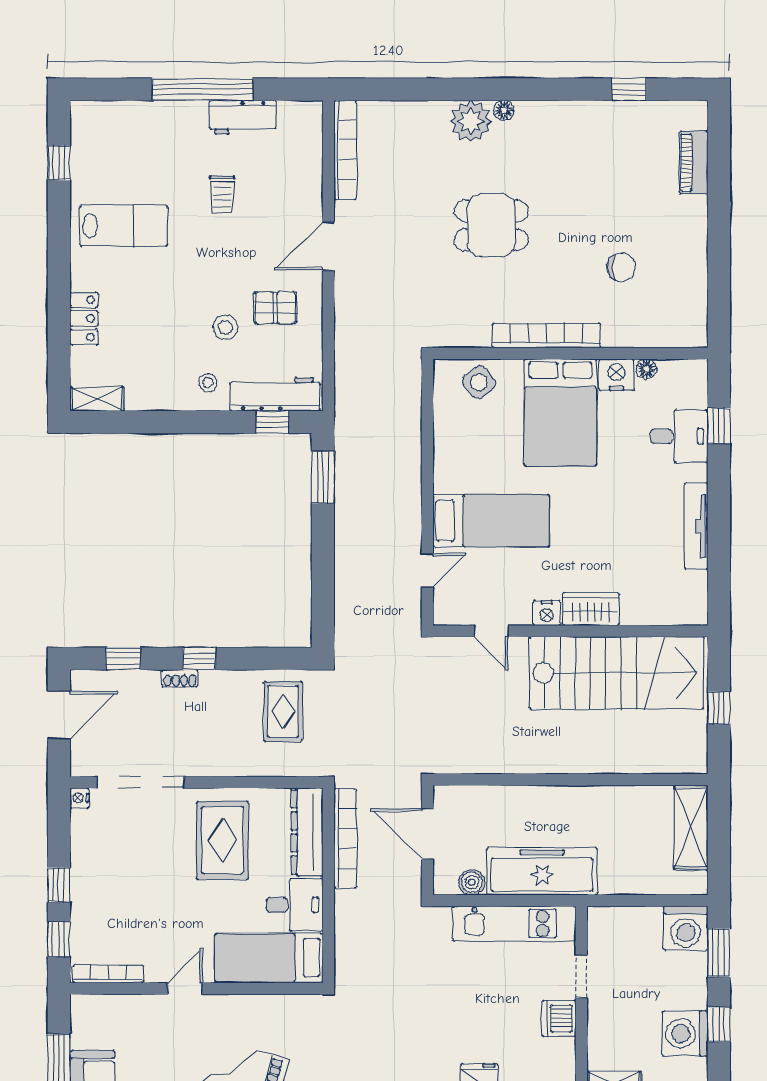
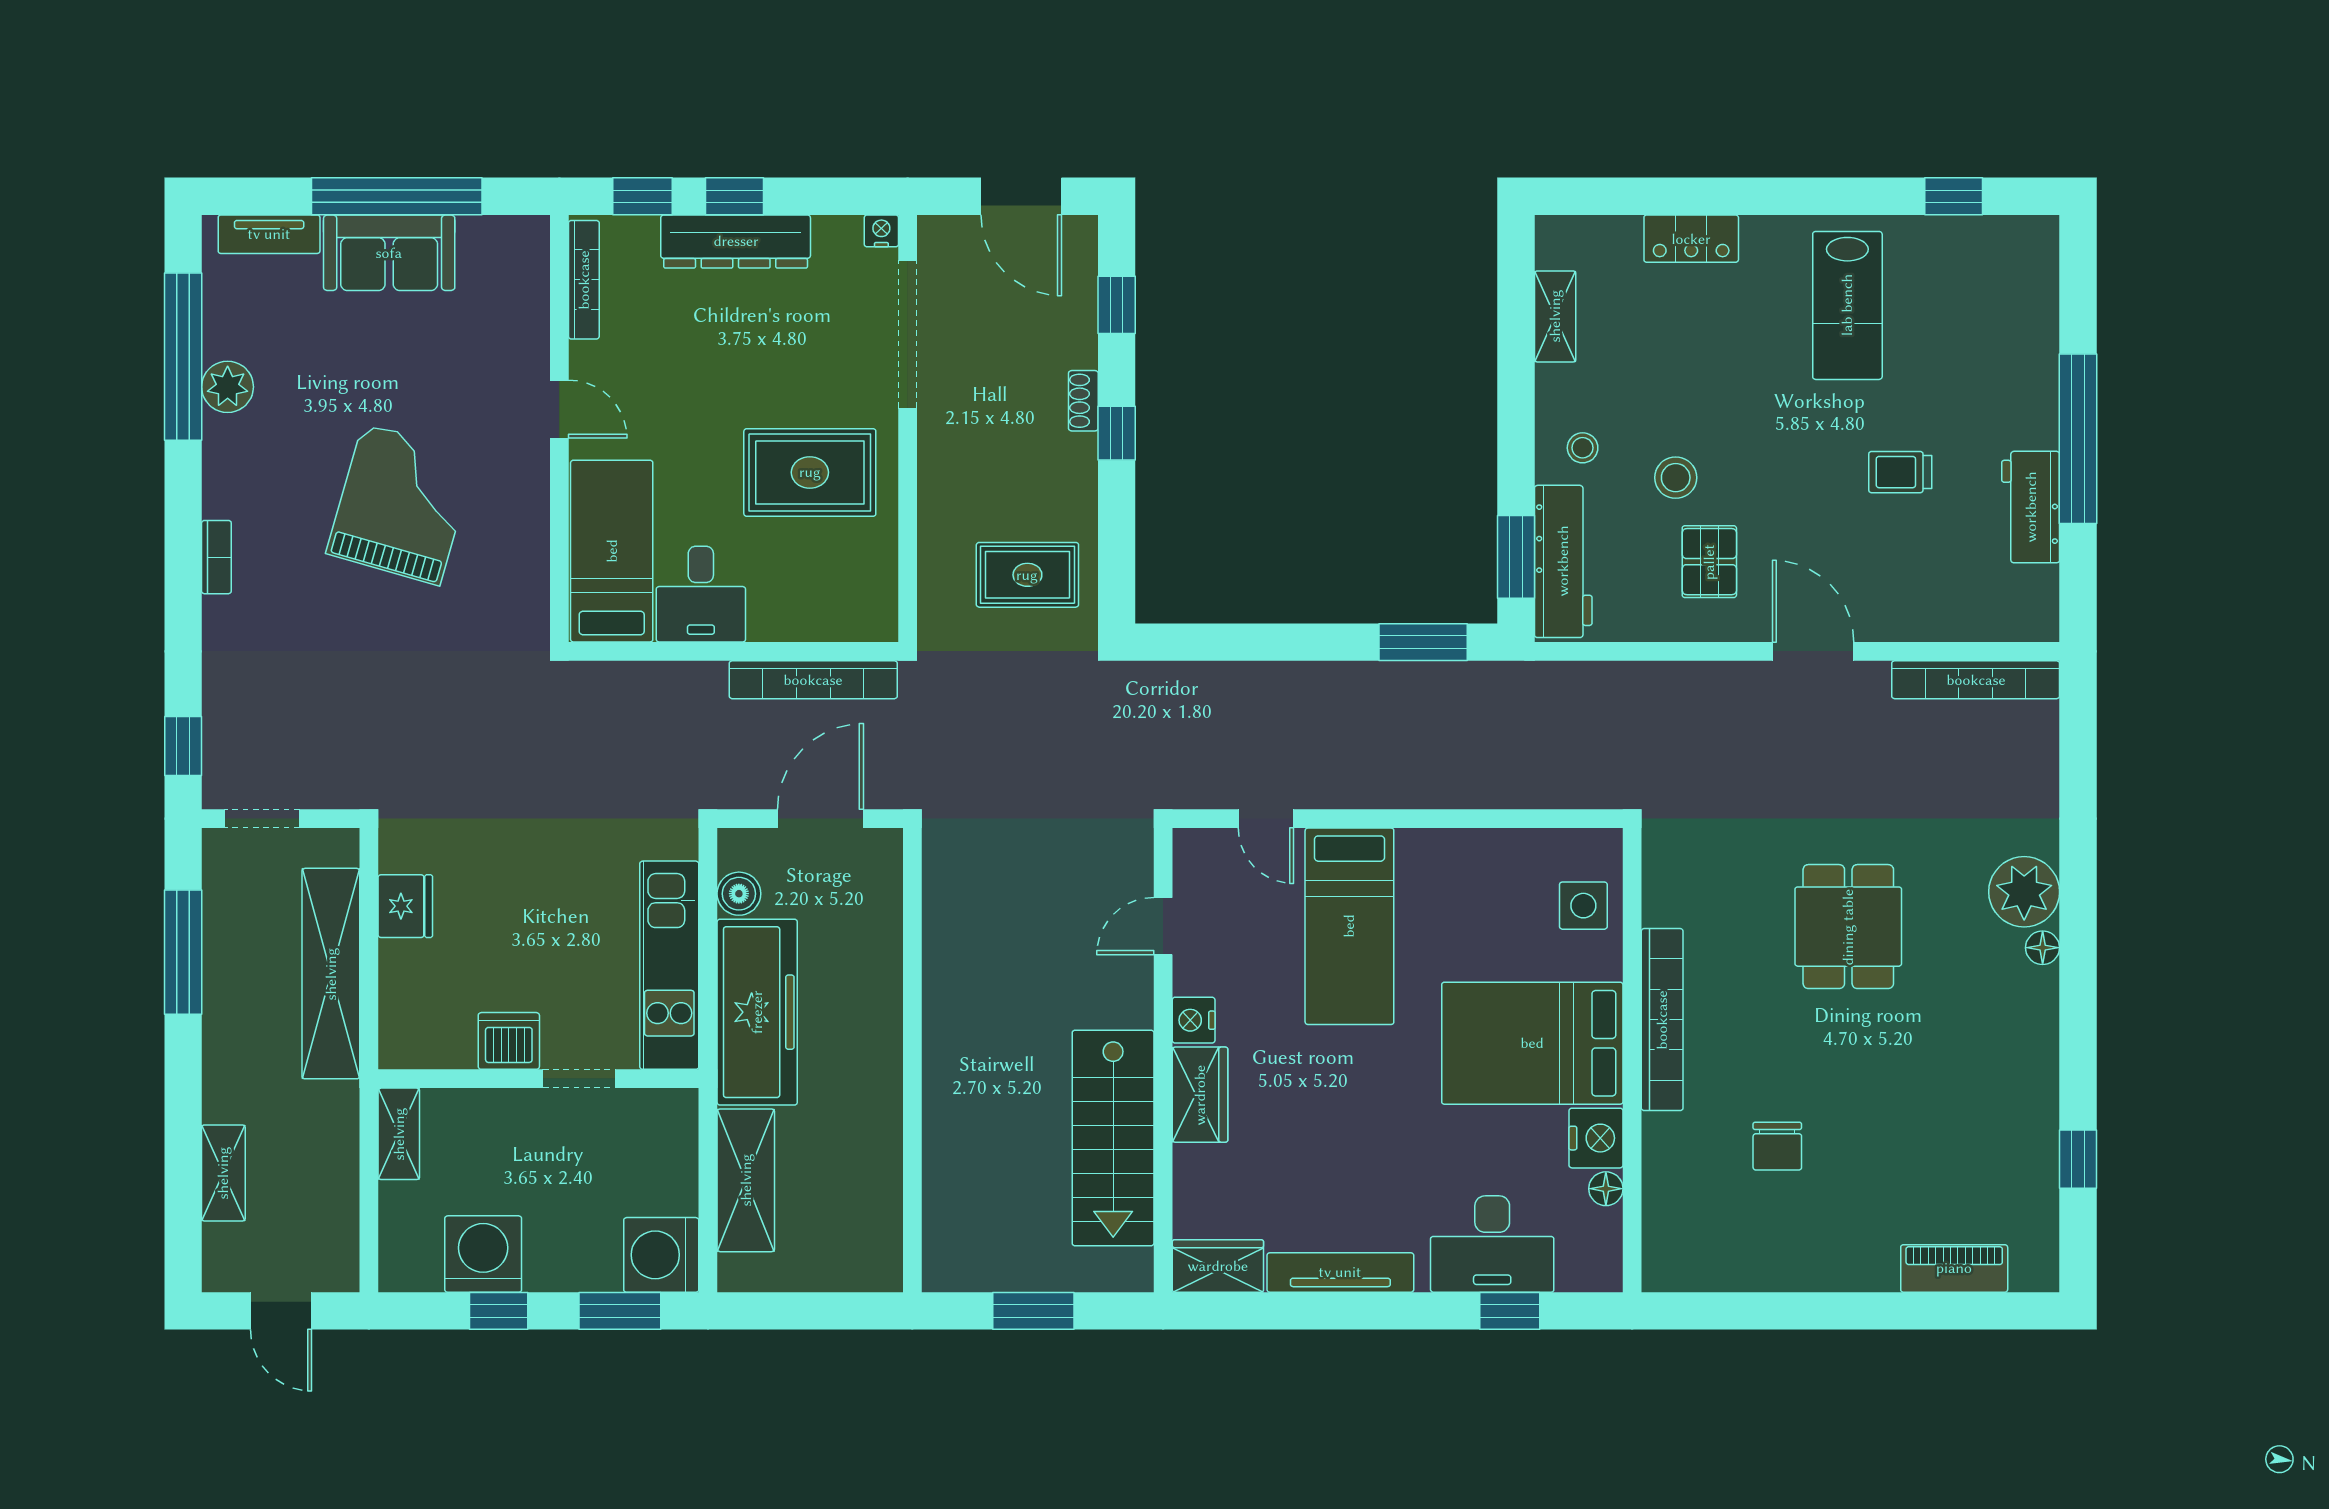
side table: (479, 382) -> (1583, 906), turned 37
shelving: (97, 399) -> (1555, 316), moved
window: (272, 422) -> (1516, 557), width x1.50
desk: (679, 436) -> (1492, 1244), width x1.37
wardrobe: (692, 599) -> (1218, 1266), added
stairs: (616, 673) -> (1113, 1138), width x0.73, depth x0.66
window: (719, 708) -> (1033, 1311), width x1.50
shelving: (691, 827) -> (746, 1180), moved, turned 90
dresser: (307, 832) -> (736, 241), moved, turned 180

